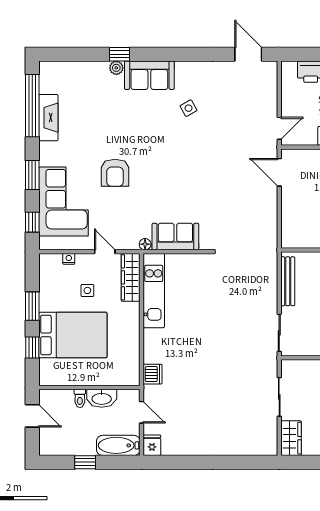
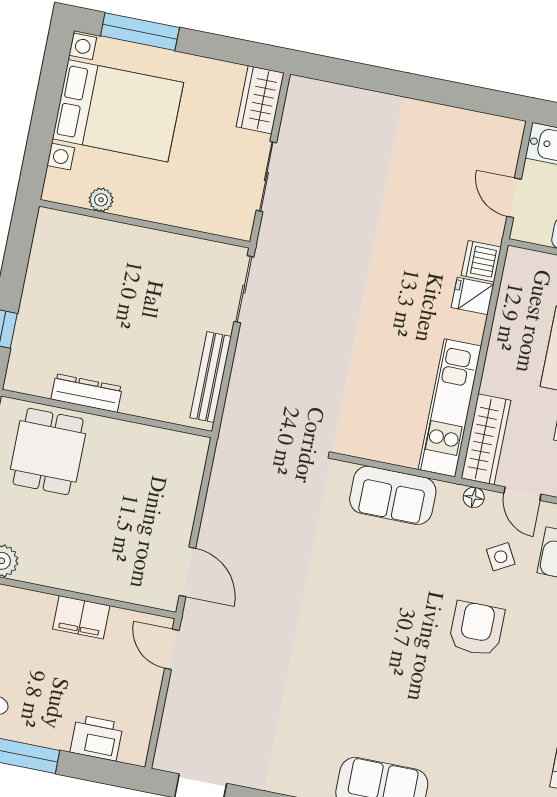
side table: (189, 108) -> (501, 557), moved
door: (279, 128) -> (172, 649), hinge flipped
floor lamp: (145, 244) -> (474, 497), moved
fridge: (152, 445) -> (472, 296), moved, turned 90

